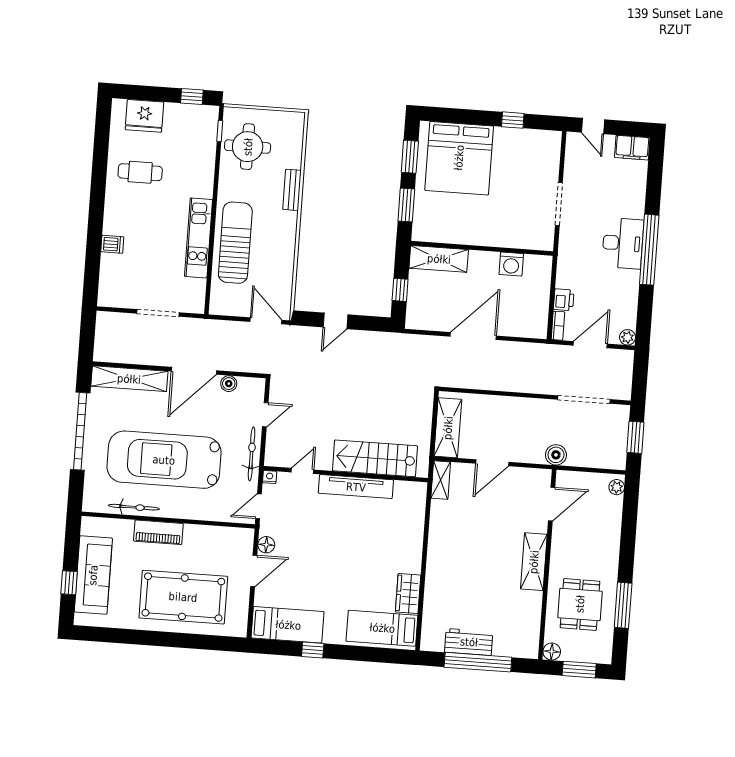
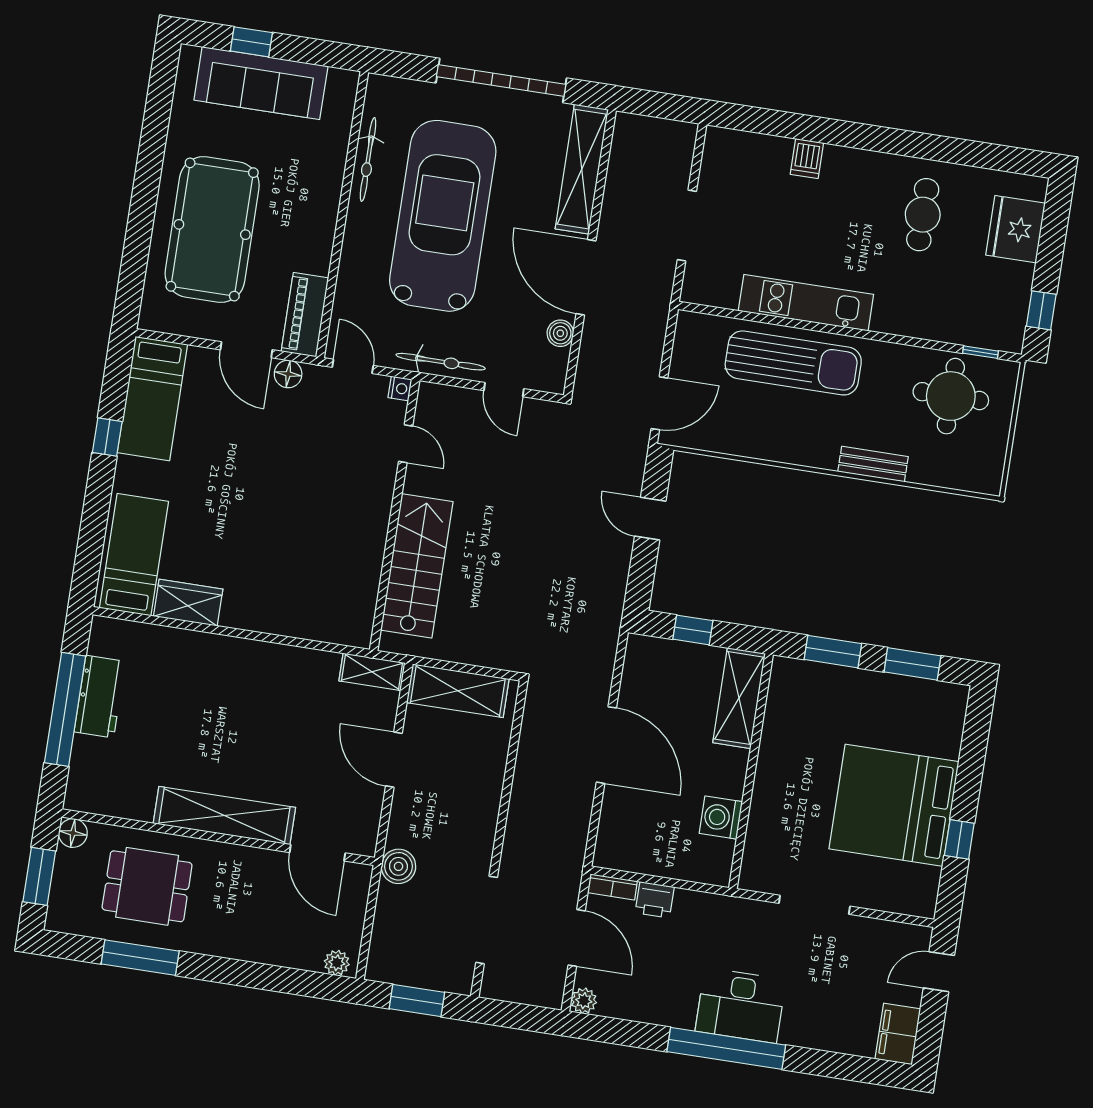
bed: (459, 158) -> (894, 805), moved
tv unit: (356, 487) -> (373, 530), removed
piano: (158, 532) -> (305, 315), moved
shelving: (534, 562) -> (224, 815), width x1.47

